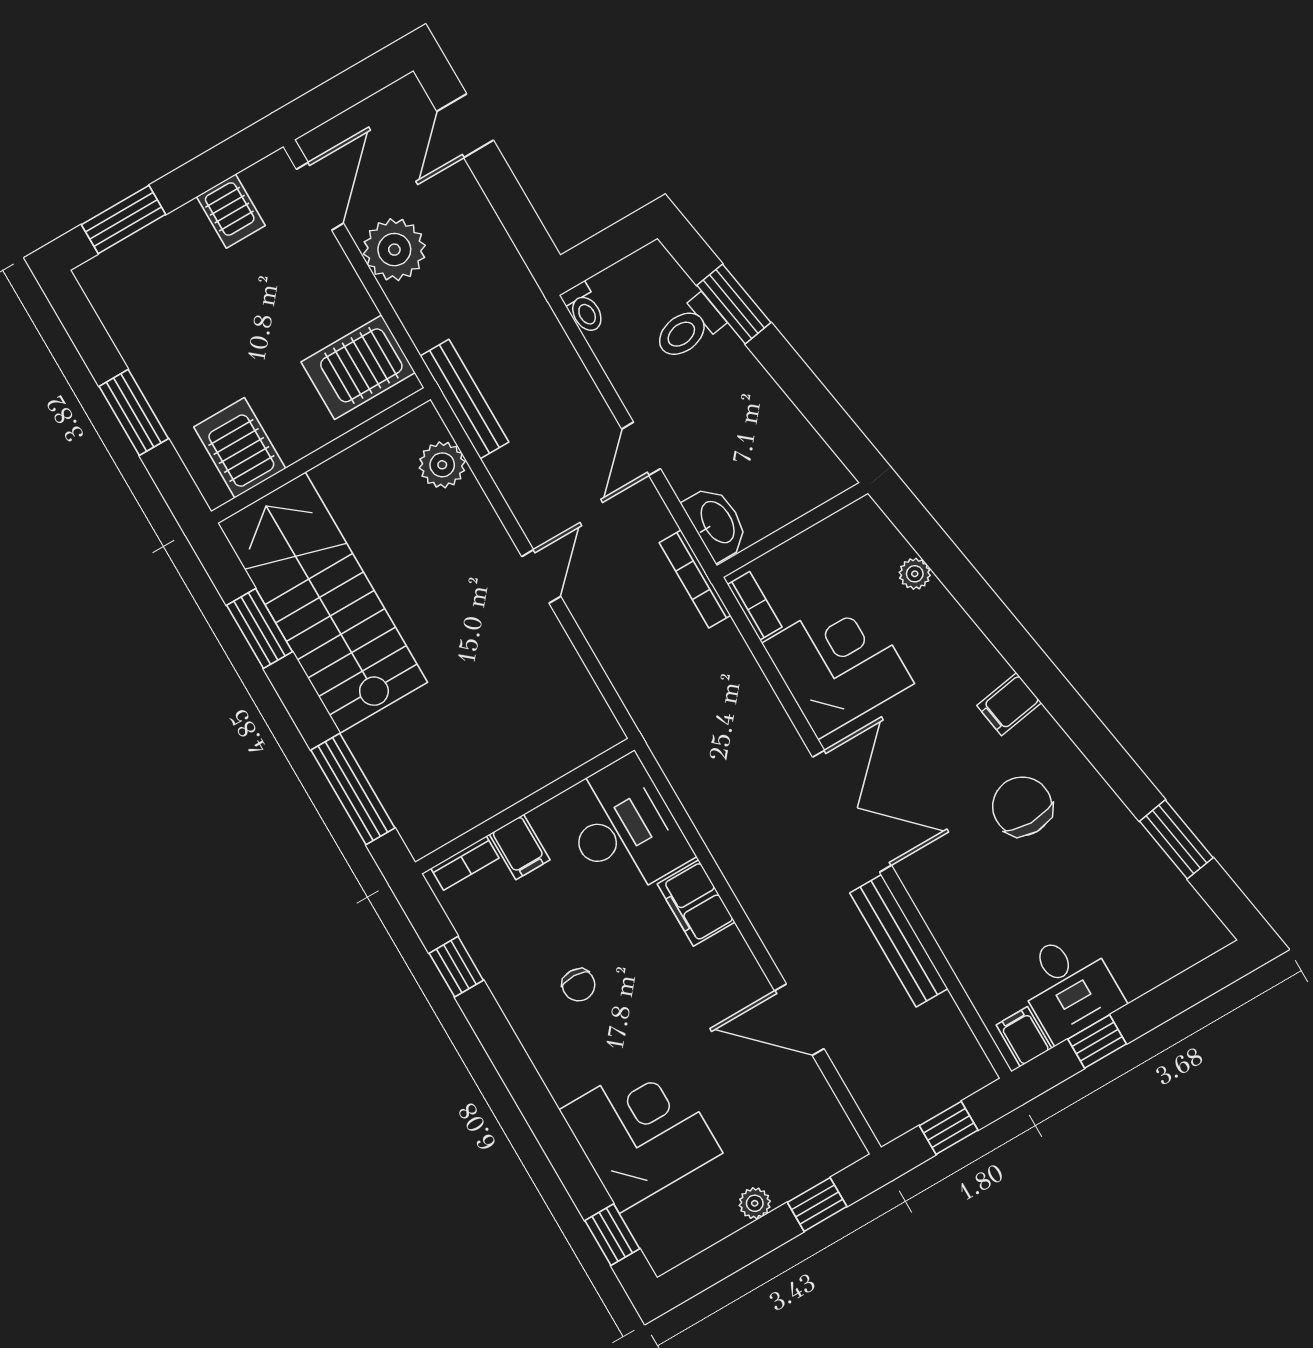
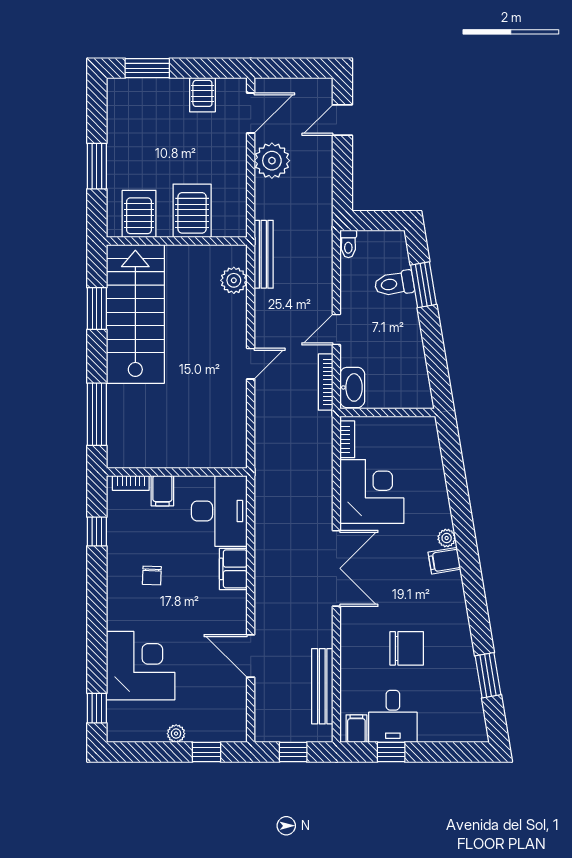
server rack: (358, 367) -> (192, 211), moved, turned 90
plant: (915, 574) -> (447, 538), moved
bookcase: (695, 579) -> (326, 382), moved
chair: (1022, 806) -> (407, 648), moved, turned 90
bench: (899, 941) -> (322, 686), moved

